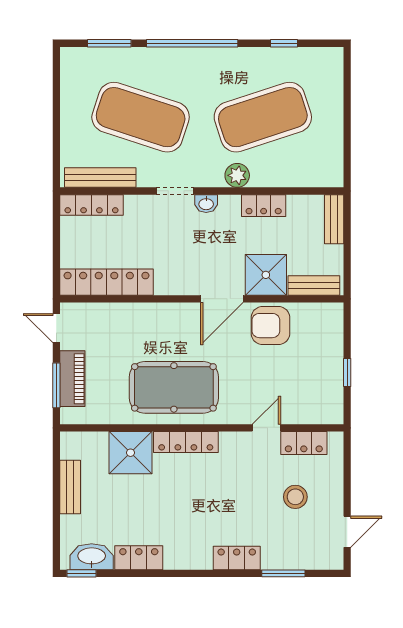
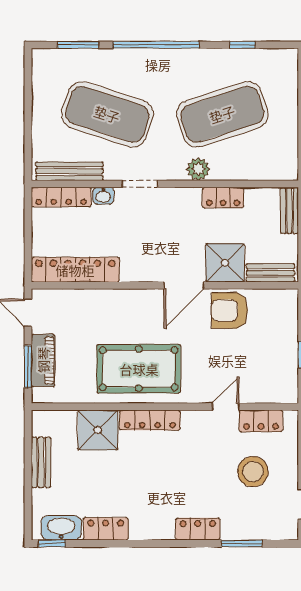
washbasin: (206, 204) -> (103, 196), moved
stool: (295, 497) -> (253, 472), width x1.38, depth x1.38

